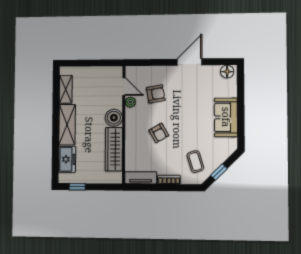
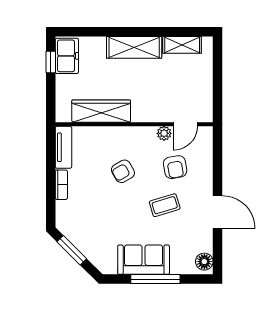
window: (241, 108) -> (155, 279), added
boiler: (114, 118) -> (143, 111), removed
freezer: (67, 159) -> (67, 56), moved, turned -90
coffee table: (195, 162) -> (165, 205), moved
window: (219, 172) -> (72, 250), width x1.50

